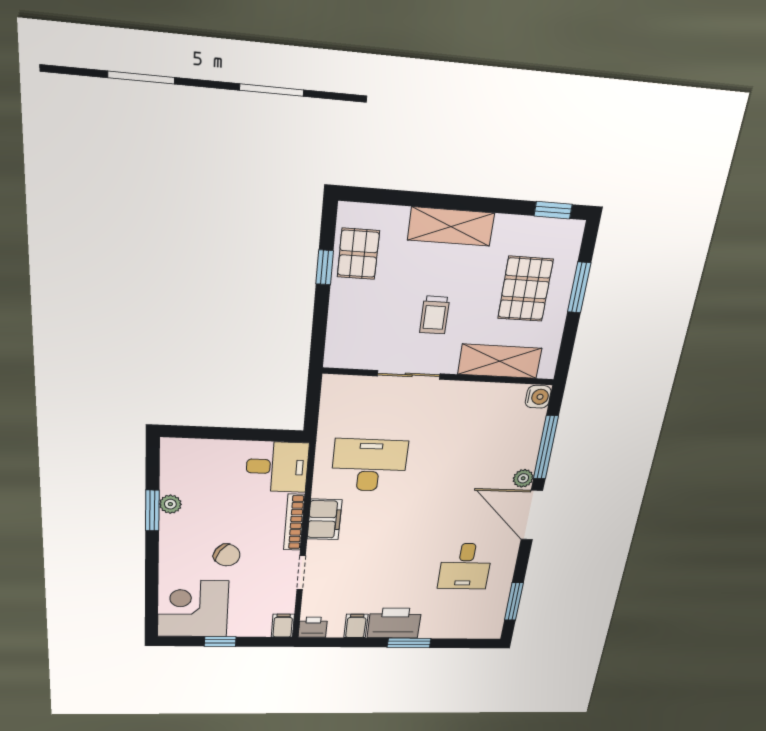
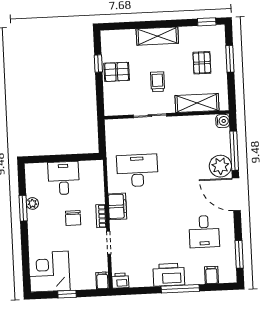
pallet: (358, 254) -> (117, 72), moved, turned 90
pallet: (525, 289) -> (202, 63), width x0.67, depth x0.71
trolley: (435, 315) -> (158, 82), turned 180
desk: (277, 467) -> (64, 178), moved, turned -90
plant: (523, 478) -> (220, 166), width x1.88, depth x1.88
bookcase: (294, 522) -> (101, 216), width x0.64
chair: (227, 555) -> (73, 218), moved, turned 57
filing cabinet: (356, 626) -> (211, 275), moved
window: (409, 643) -> (180, 289), width x1.44

